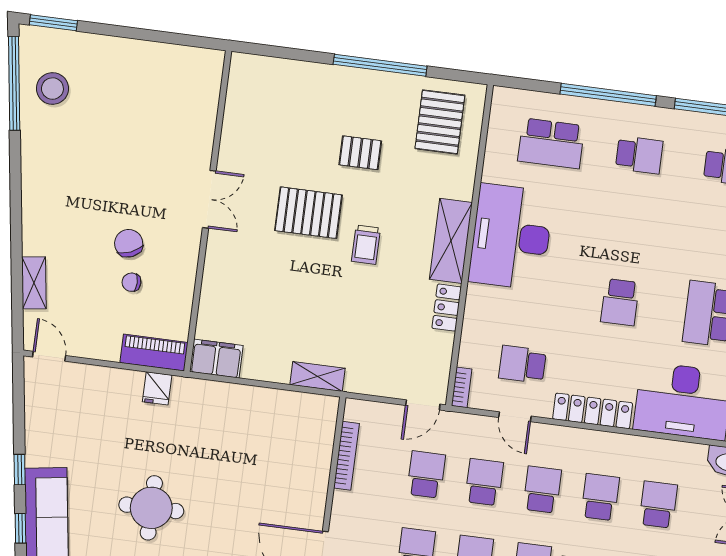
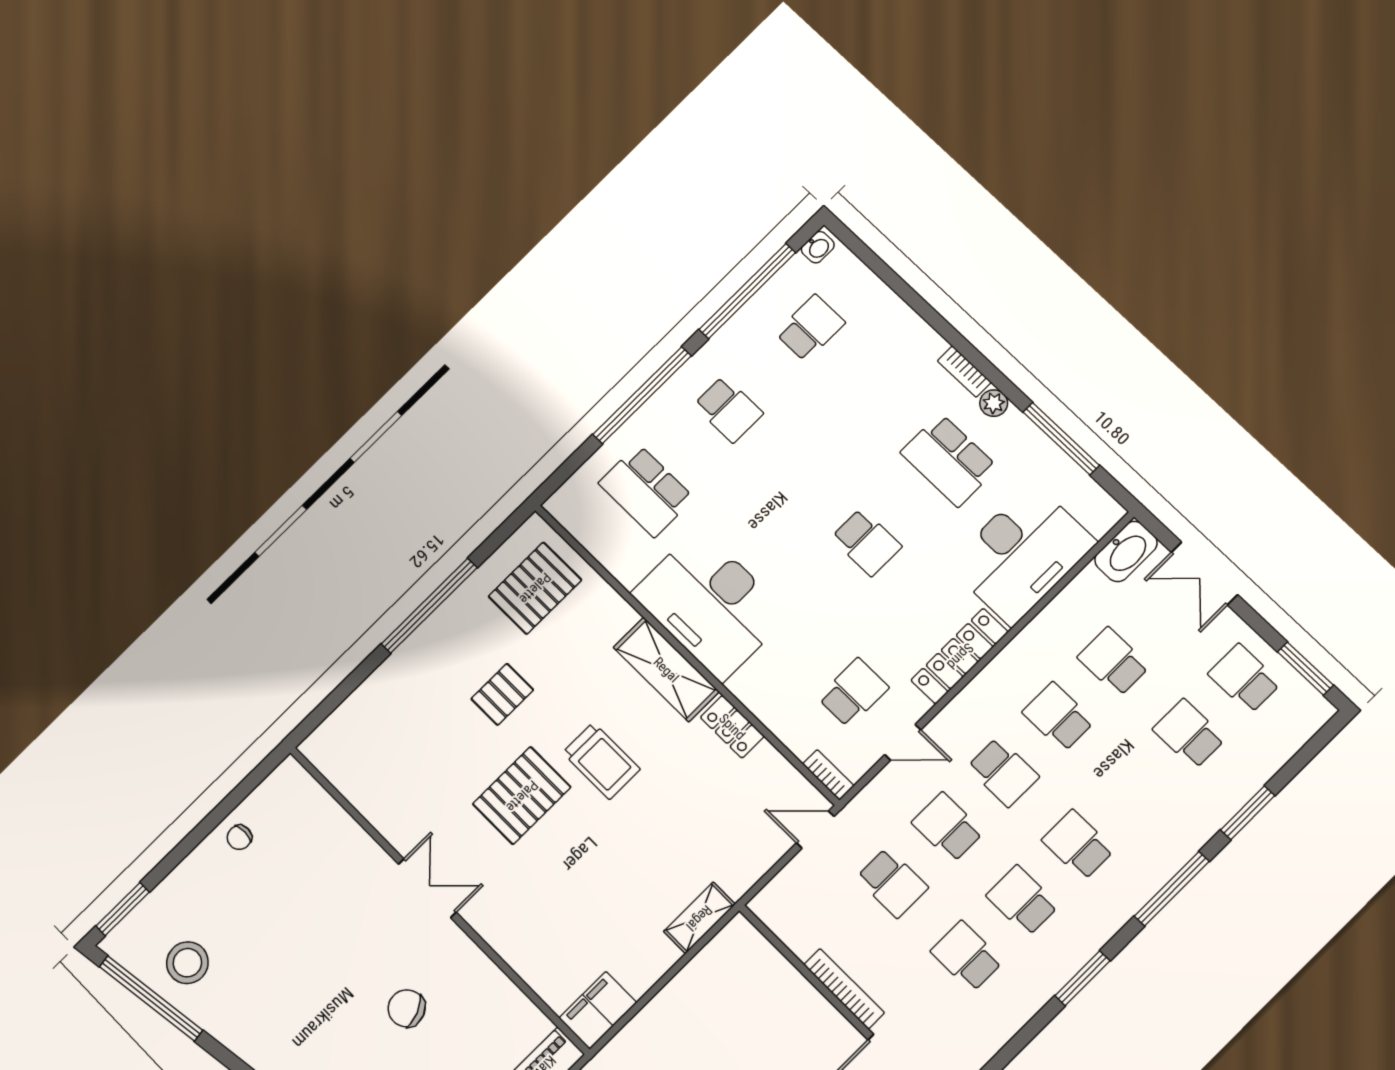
pallet: (440, 122) -> (535, 588), turned 90
school desk: (551, 143) -> (646, 491), turned 90
school desk: (639, 155) -> (728, 409), turned 90
trolley: (366, 245) -> (601, 761), width x1.36, depth x1.39
chair: (131, 282) -> (239, 837), moved
school desk: (522, 364) -> (853, 693), turned 180
door: (423, 405) -> (815, 830), swing flipped
bookcase: (346, 456) -> (844, 989), moved
school desk: (426, 474) -> (892, 883), turned 180
school desk: (542, 490) -> (1003, 772), turned 180

